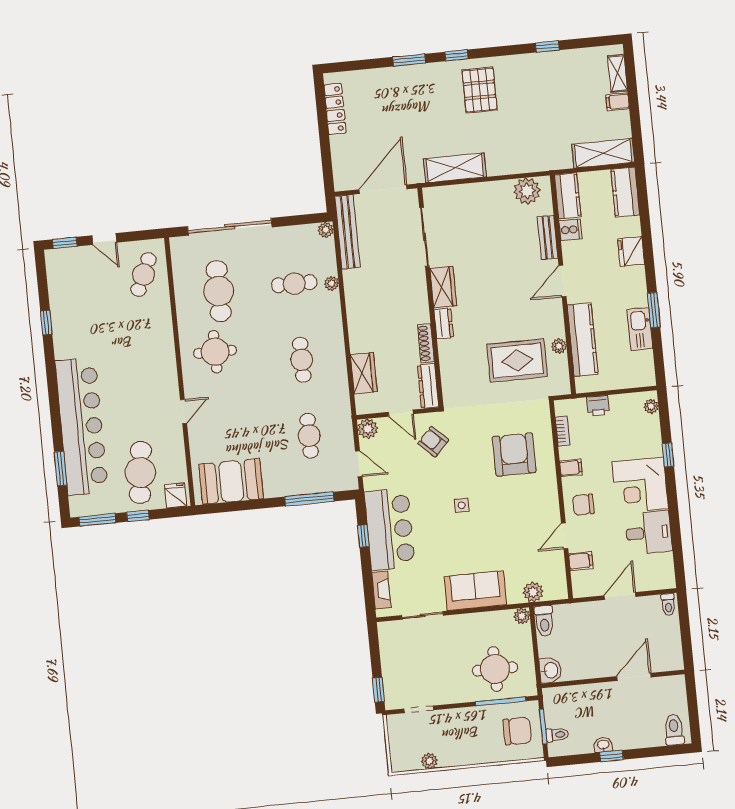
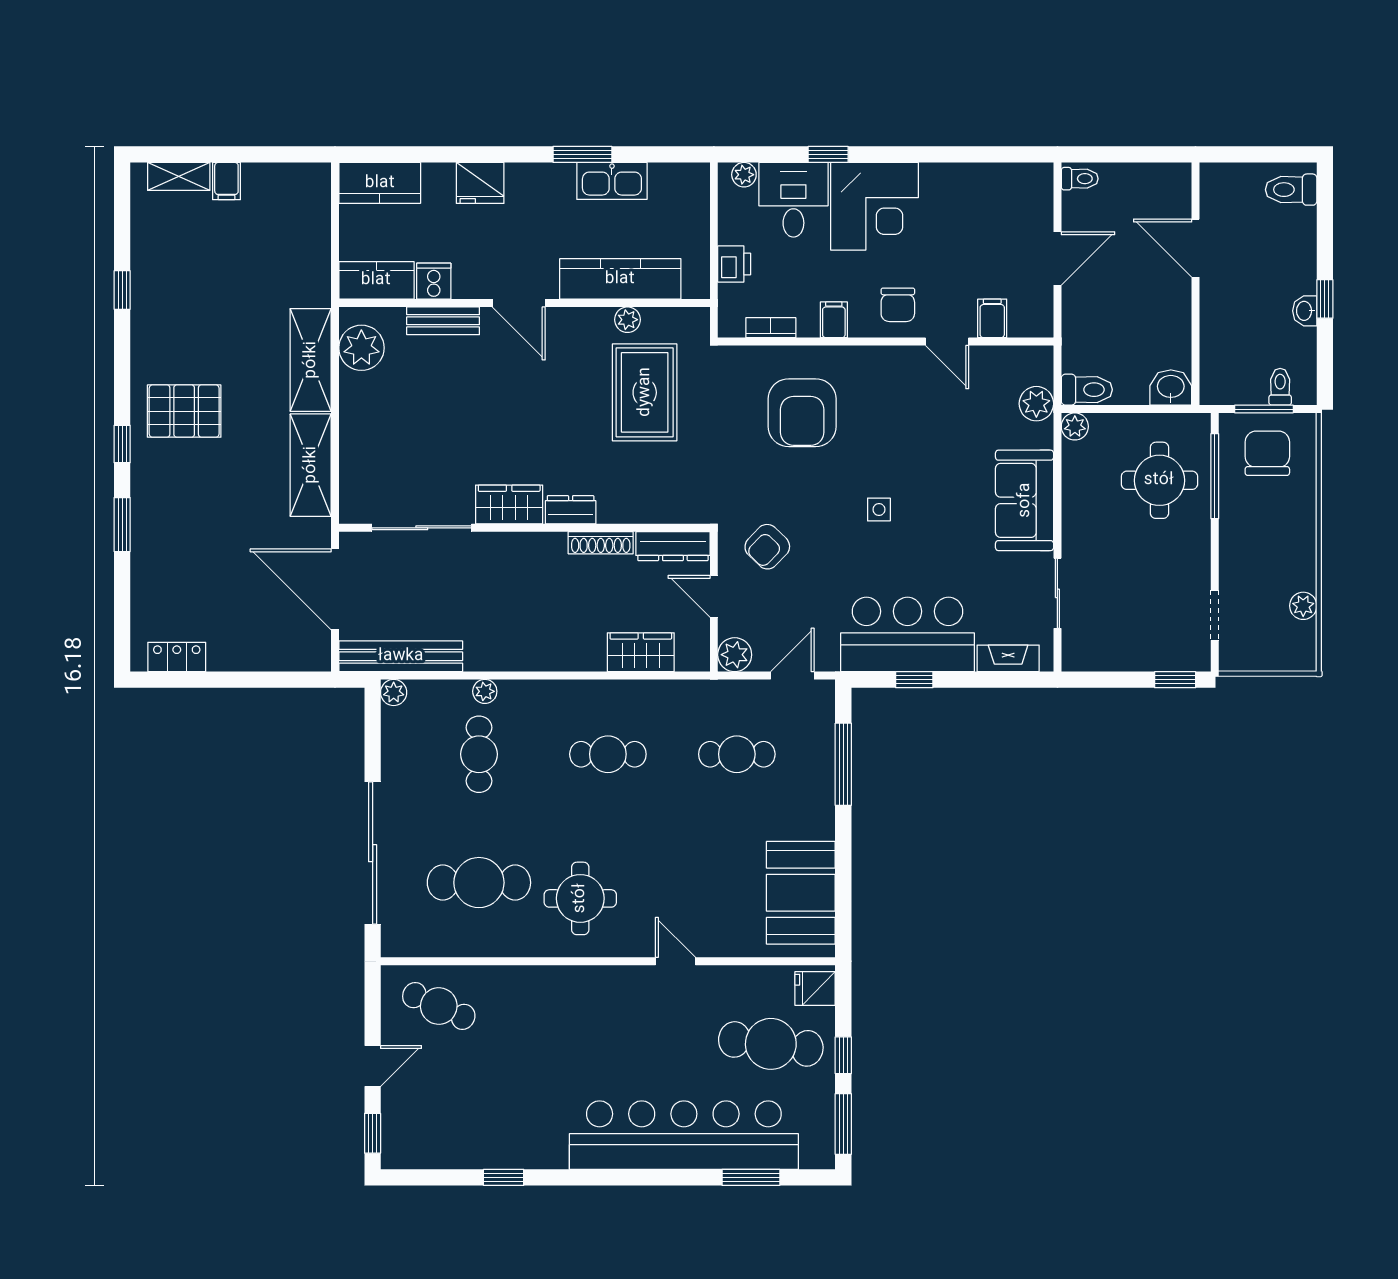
locker: (335, 109) -> (177, 657), width x0.66
shelving: (603, 153) -> (311, 360), moved
door: (401, 413) -> (714, 596), swing flipped
armchair: (514, 454) -> (802, 413), turned -90
desk: (649, 533) -> (793, 200), moved
door: (620, 596) -> (1057, 258), swing flipped

